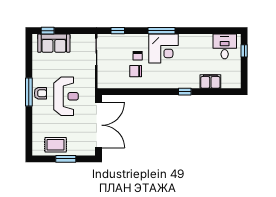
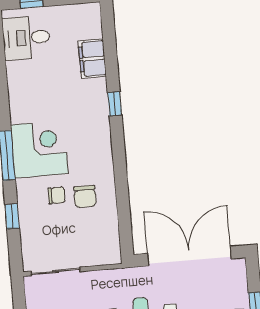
window: (118, 31) -> (12, 216), moved

